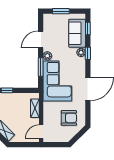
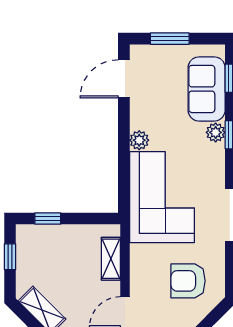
door: (41, 40) -> (124, 79), moved
window: (41, 67) -> (124, 166), removed
armchair: (69, 118) -> (188, 281), turned 180

